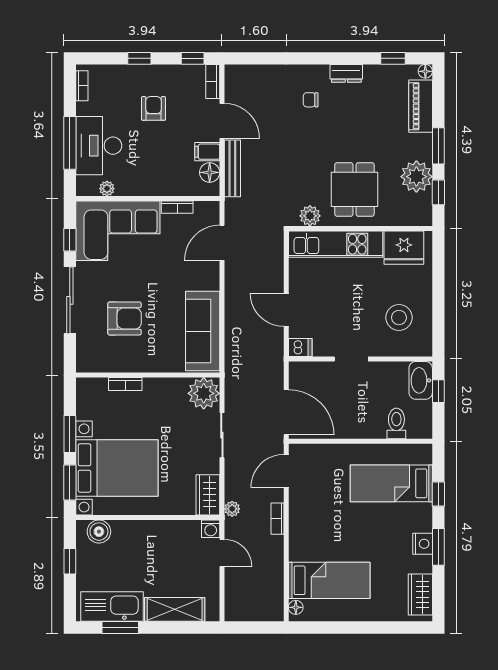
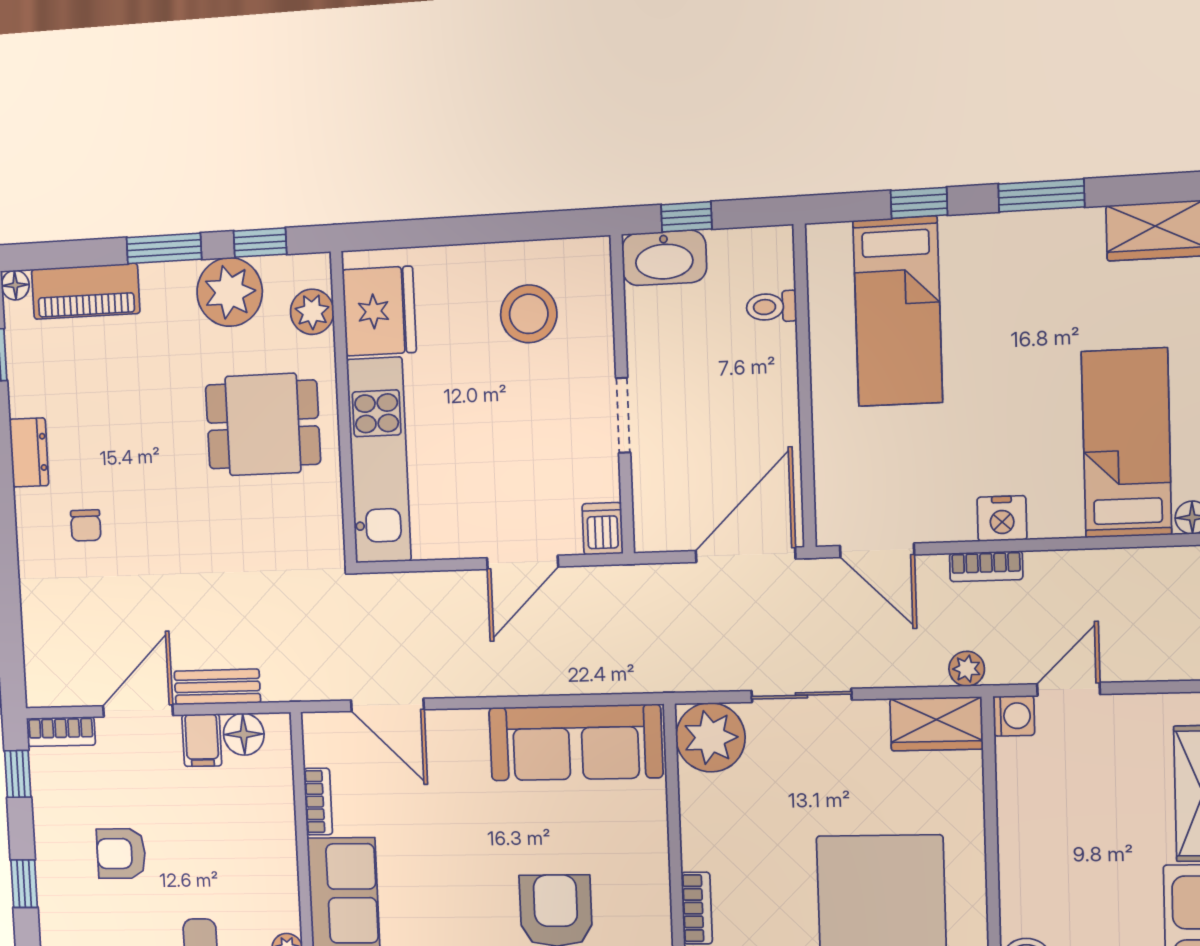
bench: (232, 168) -> (217, 687), width x0.73
plant: (310, 216) -> (312, 312), moved
toilet: (396, 423) -> (771, 307), width x0.73, depth x0.72
nightstand: (423, 544) -> (1002, 518), moved, turned 180

